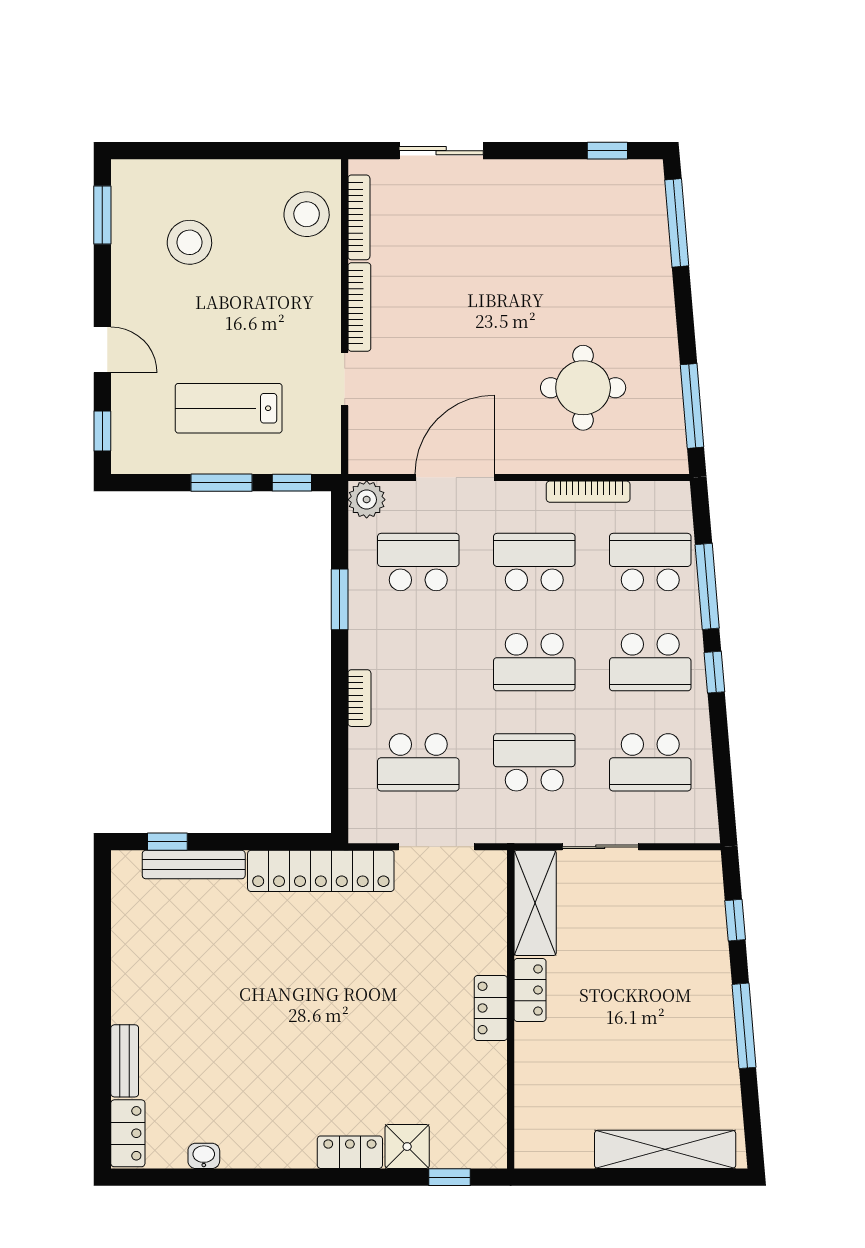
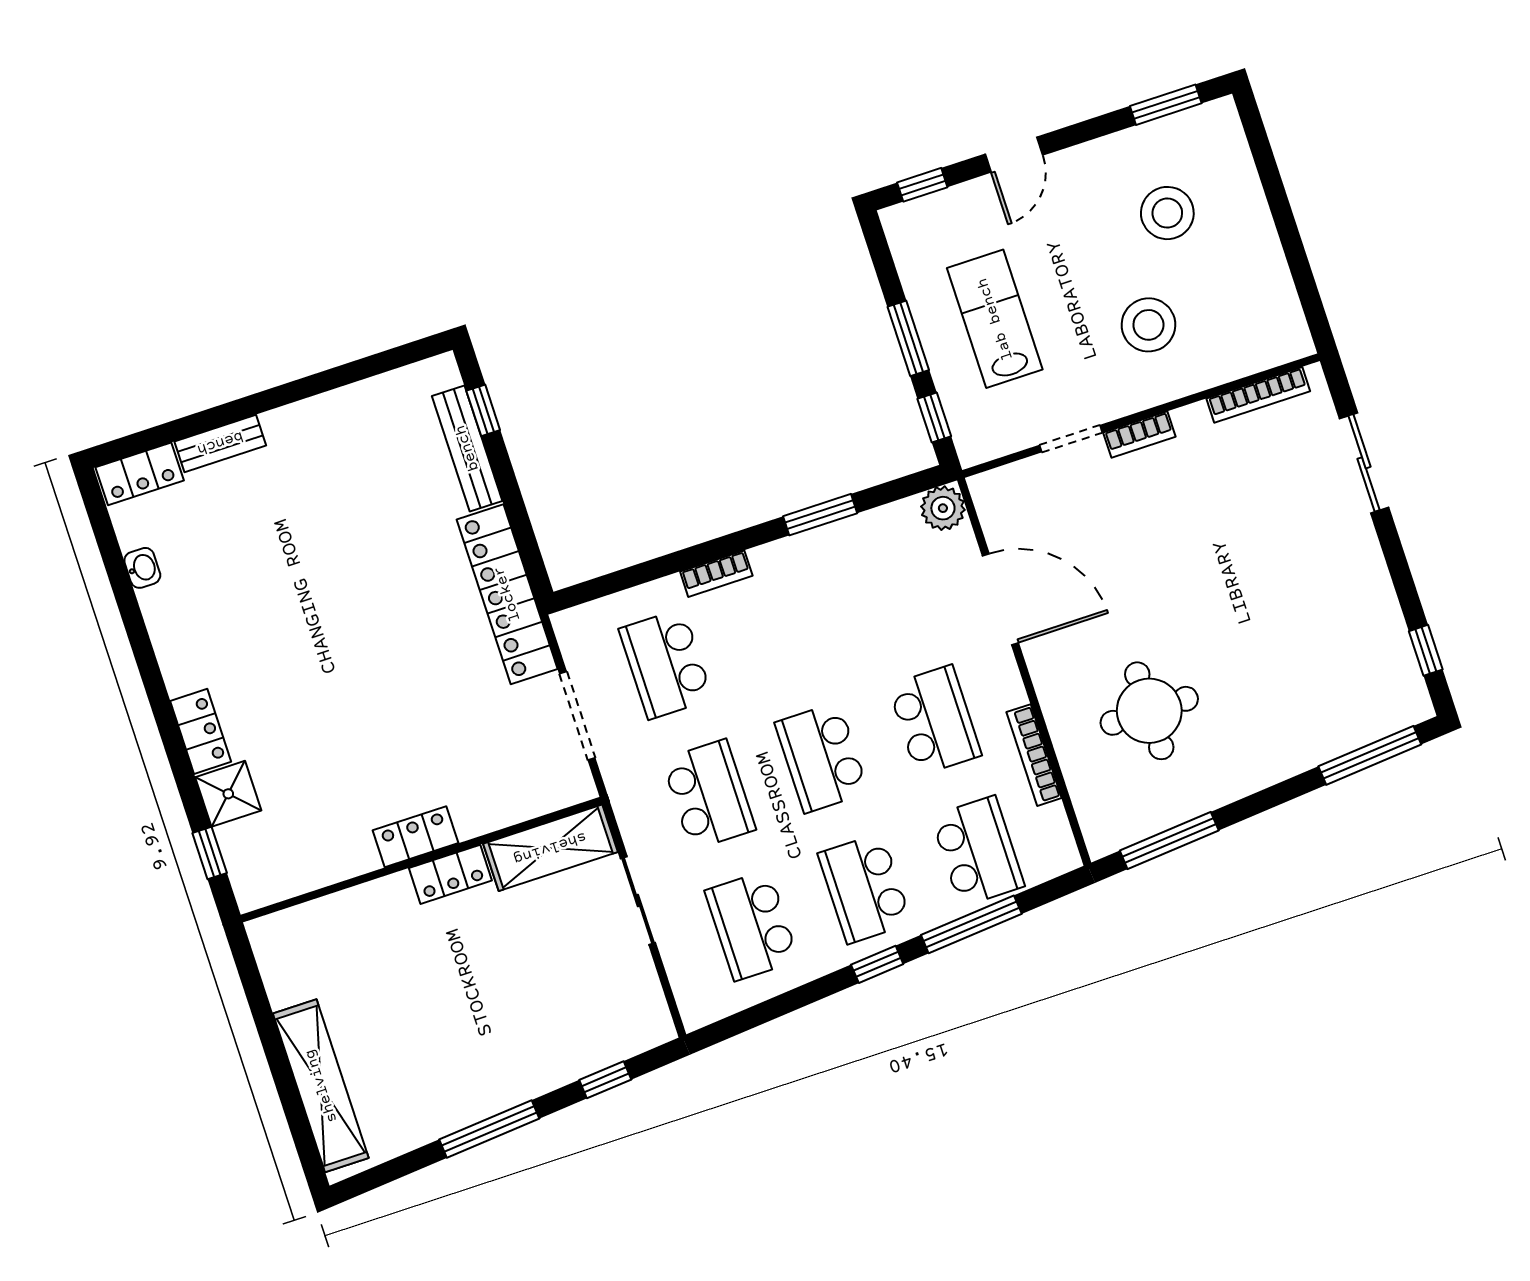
stool: (307, 214) -> (1148, 325), moved
bookcase: (359, 307) -> (1139, 435), width x0.64
school desk: (418, 562) -> (892, 590), removed

